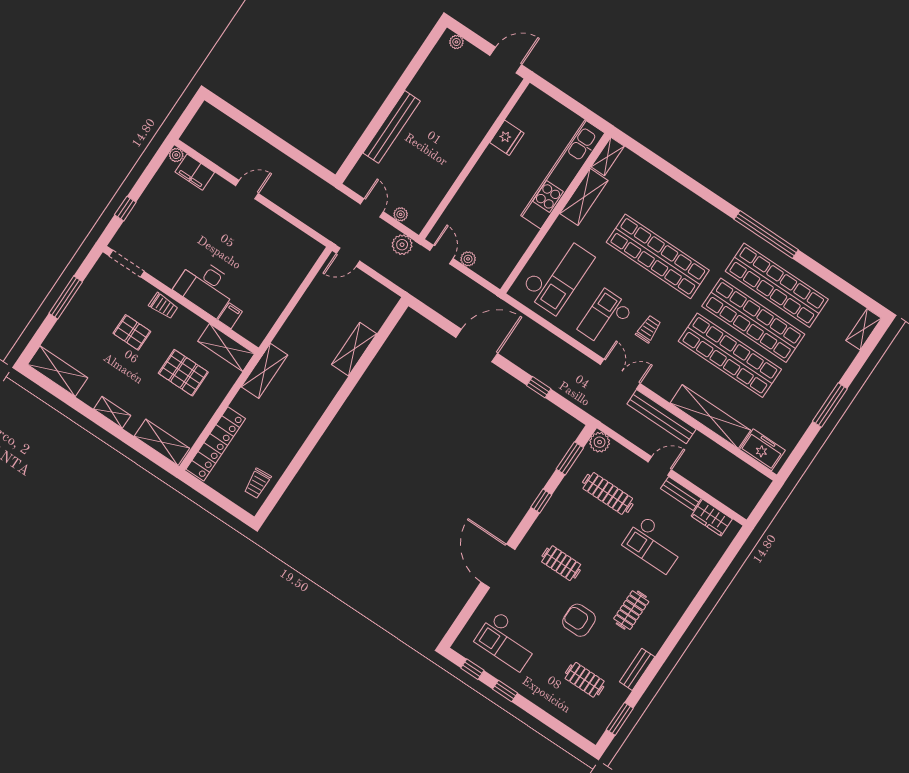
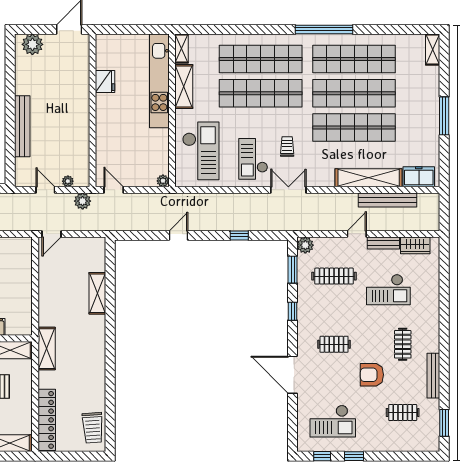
plant: (456, 42) -> (32, 44), width x1.88, depth x1.88
shop shelf: (681, 221) -> (261, 59), added
plant: (468, 259) -> (163, 181), moved
door: (477, 346) -> (179, 235), width x0.53
bench: (661, 417) -> (388, 200), moved
trolley: (257, 483) -> (93, 428), width x1.36, depth x1.39
bench: (637, 669) -> (433, 376), width x1.36

